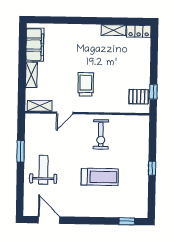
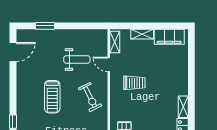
exercise bike: (101, 134) -> (90, 97), turned -116
window: (21, 151) -> (45, 26), moved
weight bench: (43, 170) -> (77, 60), moved

